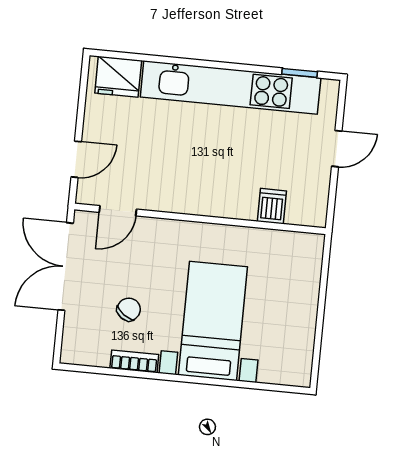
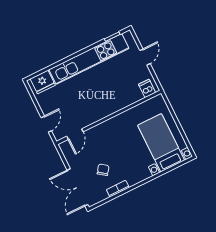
dishwasher: (272, 206) -> (147, 88), moved
double door: (66, 267) -> (78, 187), moved
bed with nightstands: (213, 321) -> (161, 143), moved

